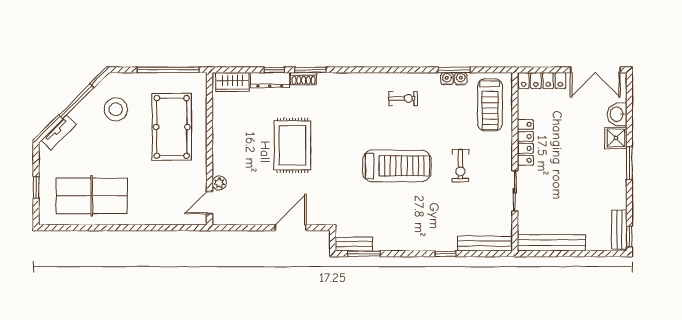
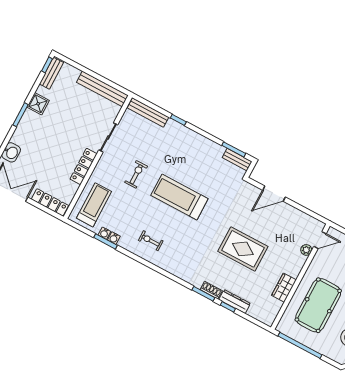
wardrobe: (232, 82) -> (284, 288), moved, turned -90
shower: (616, 138) -> (38, 104), moved
rug: (292, 145) -> (243, 249), turned 90

